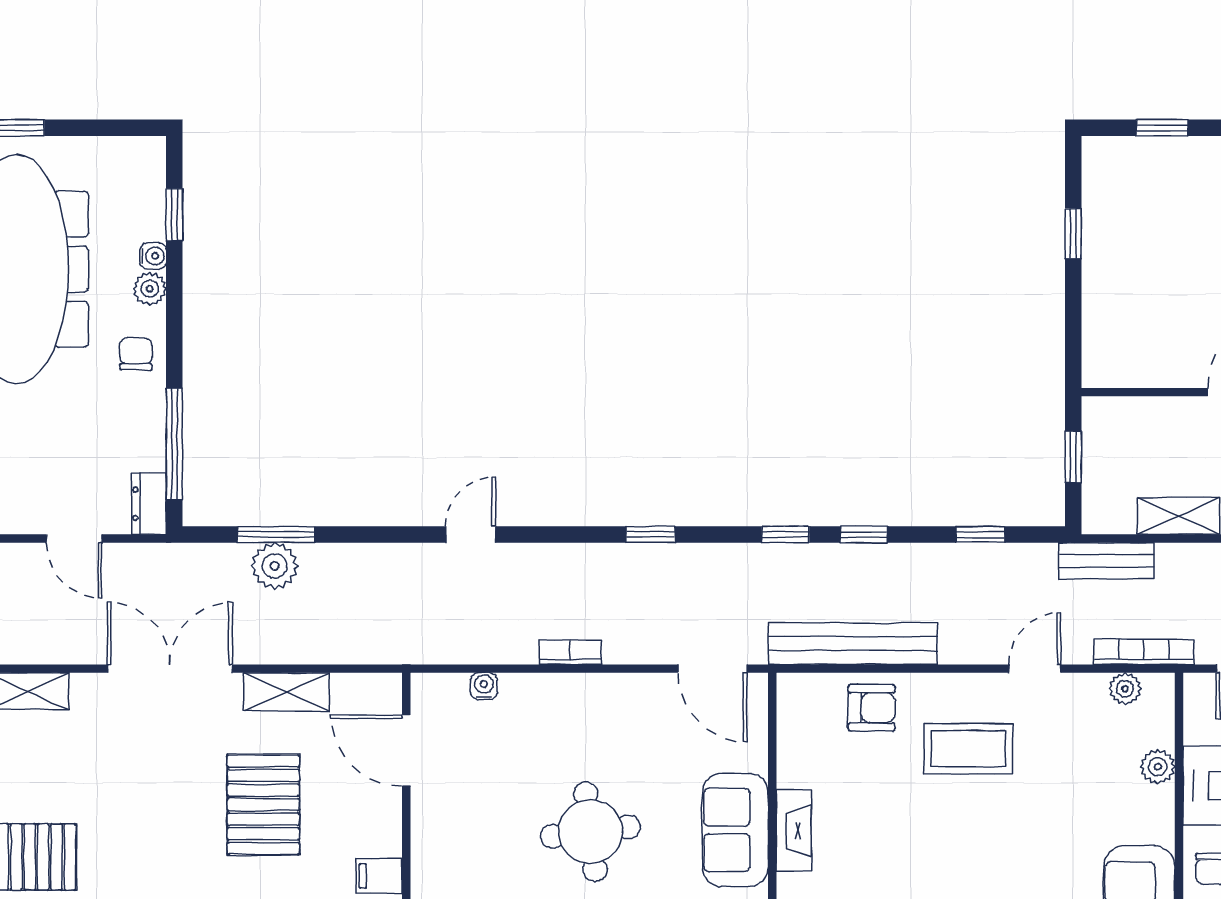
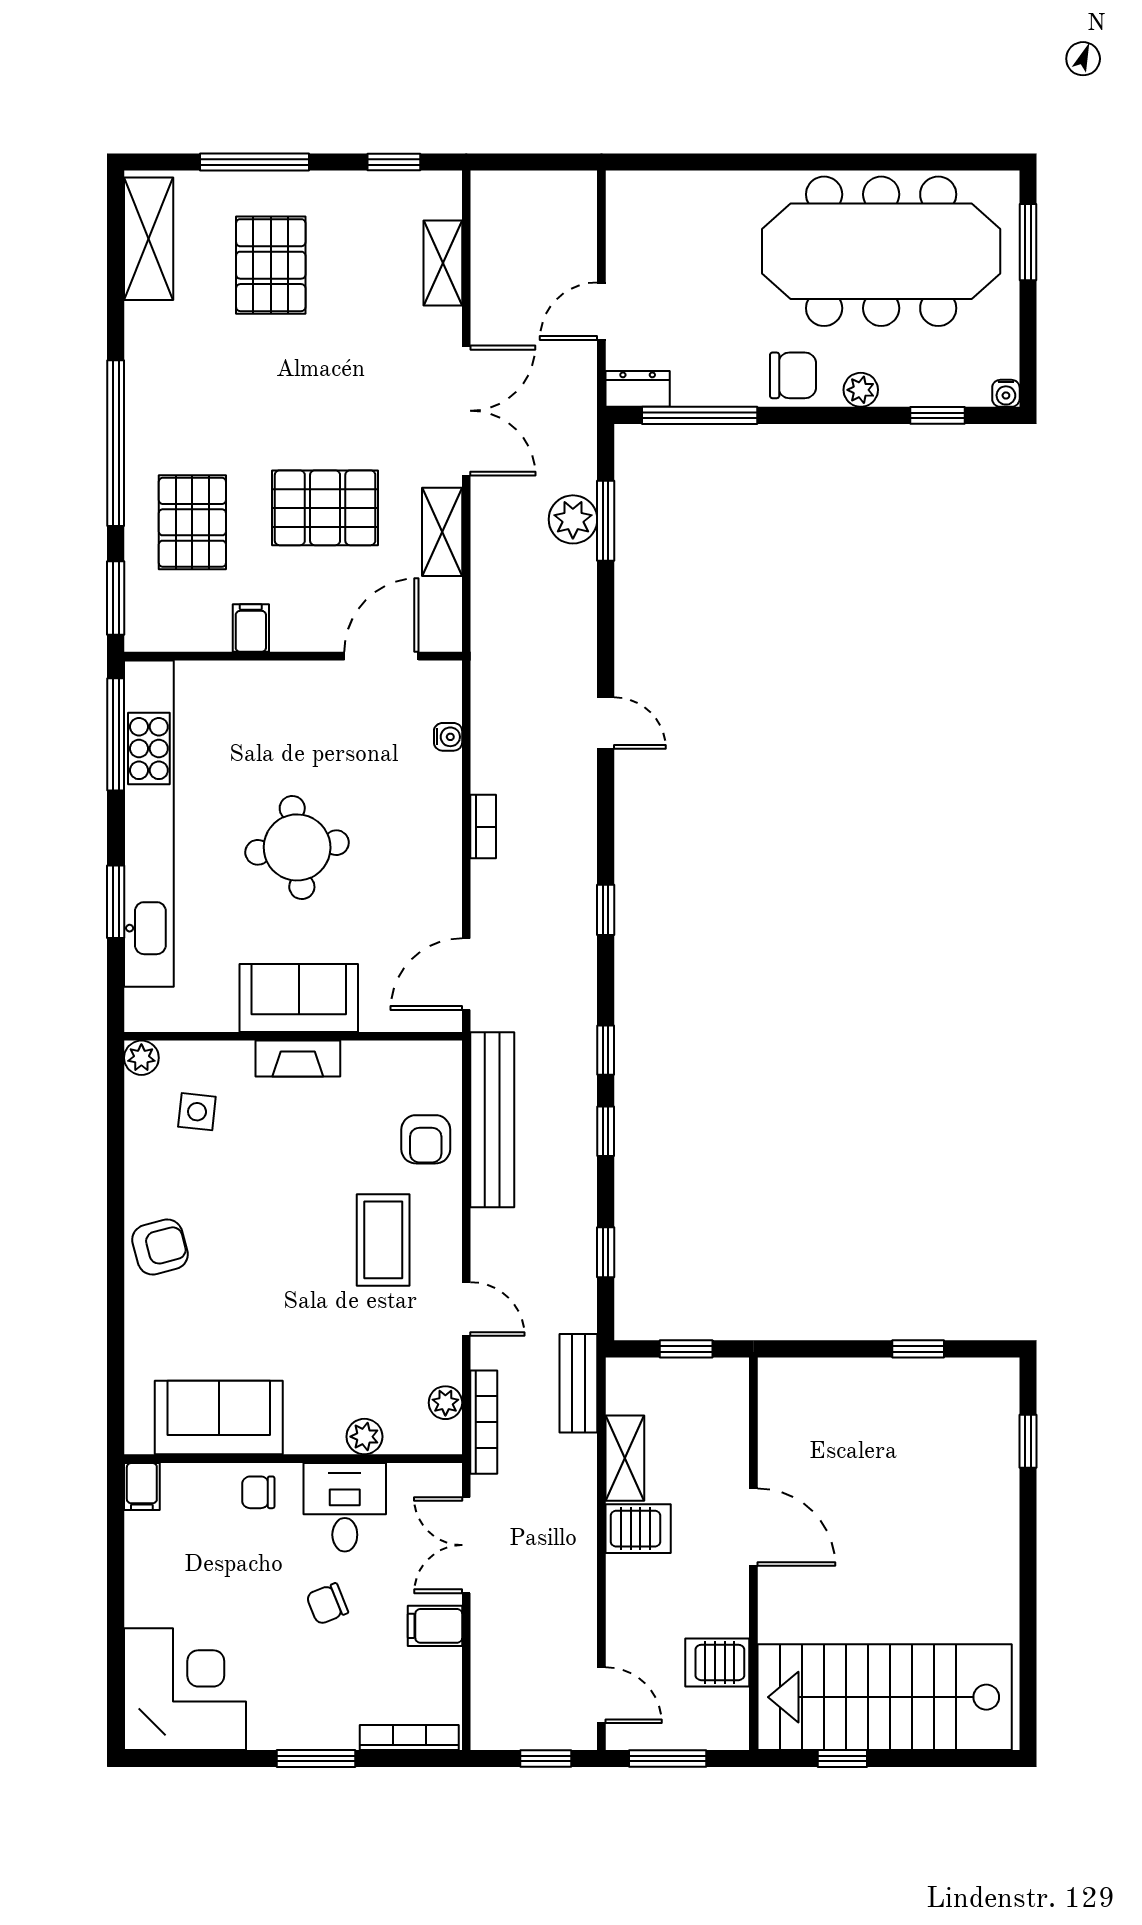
water cooler: (153, 256) -> (1006, 393), moved
chair: (136, 354) -> (793, 375), width x1.37, depth x1.37

